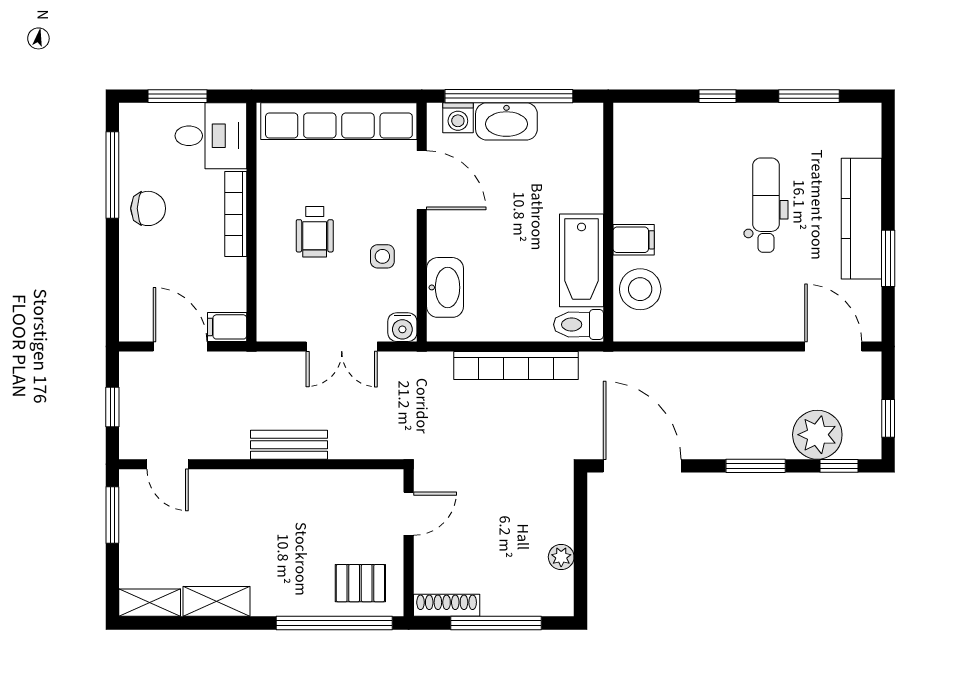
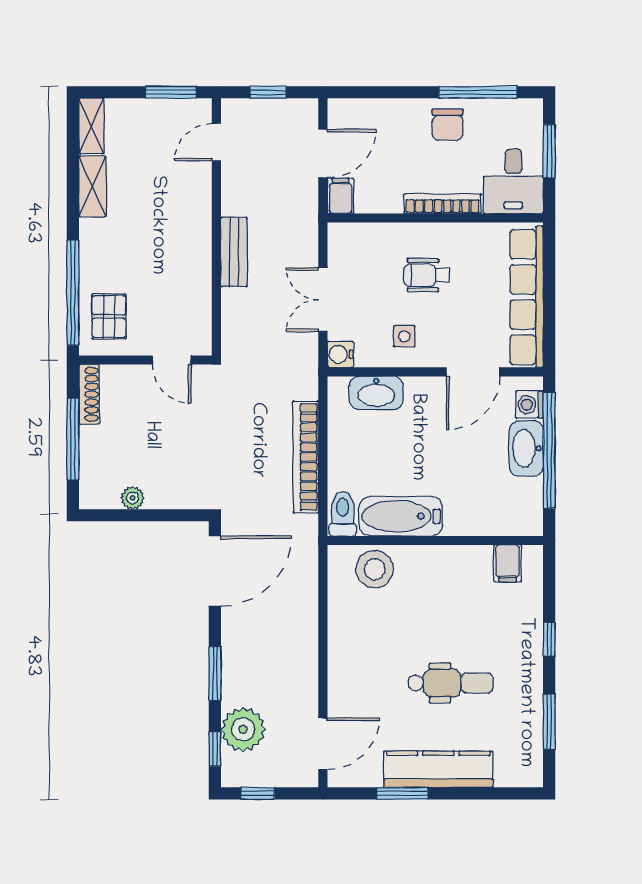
filing cabinet: (634, 240) -> (507, 563), moved

